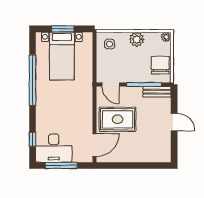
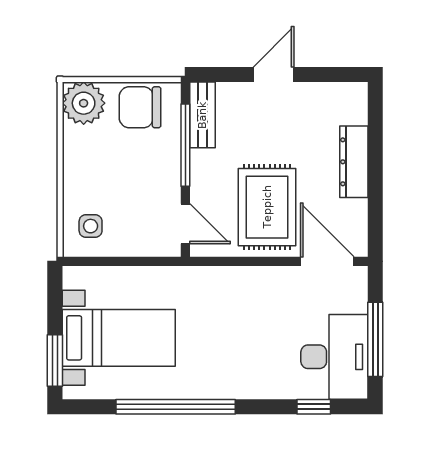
window: (63, 29) -> (55, 360), moved
plant: (166, 37) -> (84, 103), width x1.87, depth x1.87
plant: (137, 39) -> (79, 162), removed
door: (111, 85) -> (185, 224), hinge flipped
dresser: (137, 156) -> (354, 162), added

